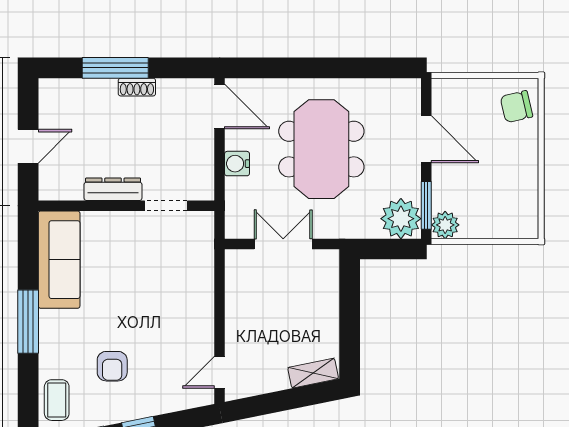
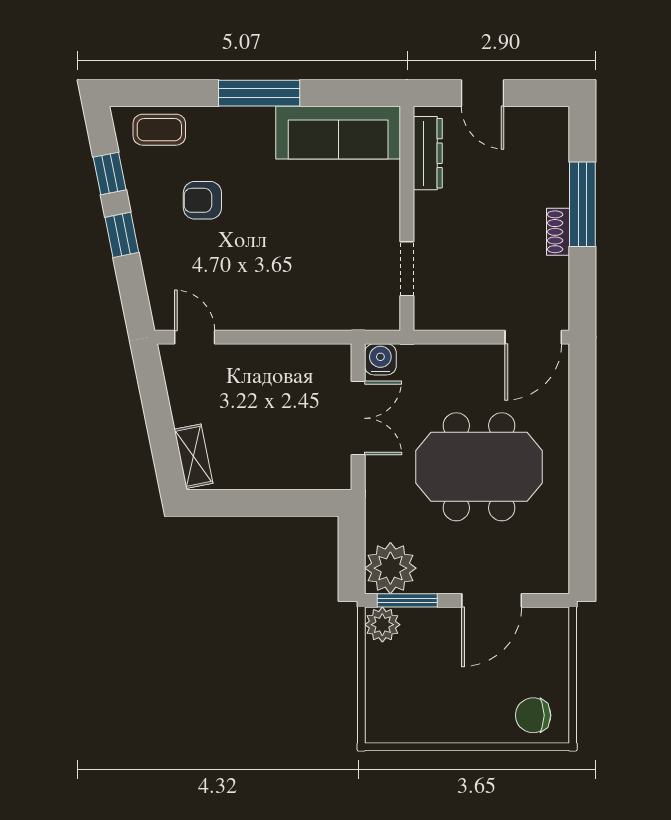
chair: (516, 107) -> (533, 715), turned -77
water cooler: (237, 164) -> (380, 359), moved
dresser: (113, 189) -> (428, 153), moved

